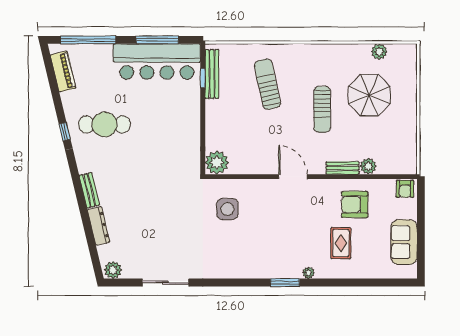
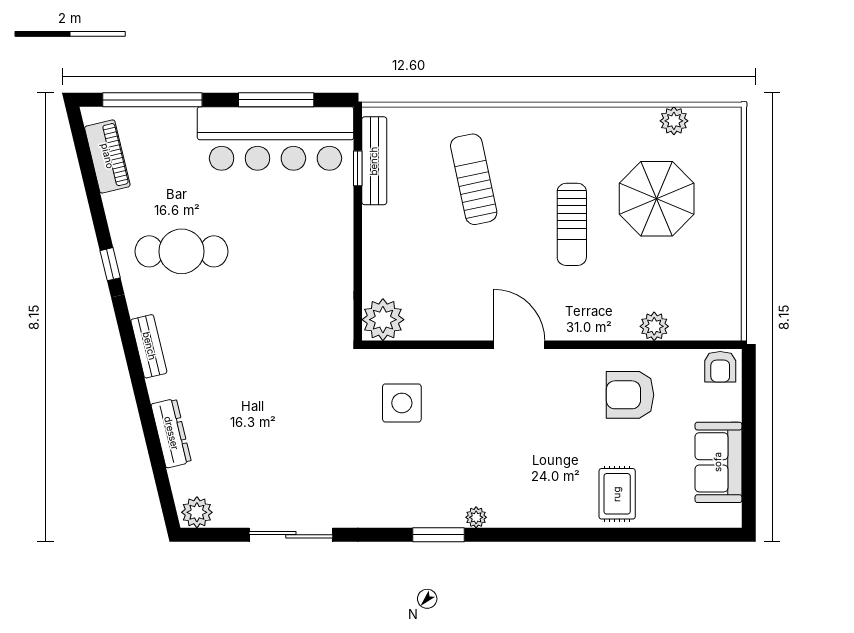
bench: (342, 168) -> (608, 329), removed
bench: (89, 190) -> (149, 346), moved
rug: (341, 243) -> (617, 494), moved
plant: (309, 273) -> (476, 517), moved
window: (285, 283) -> (439, 535), moved

